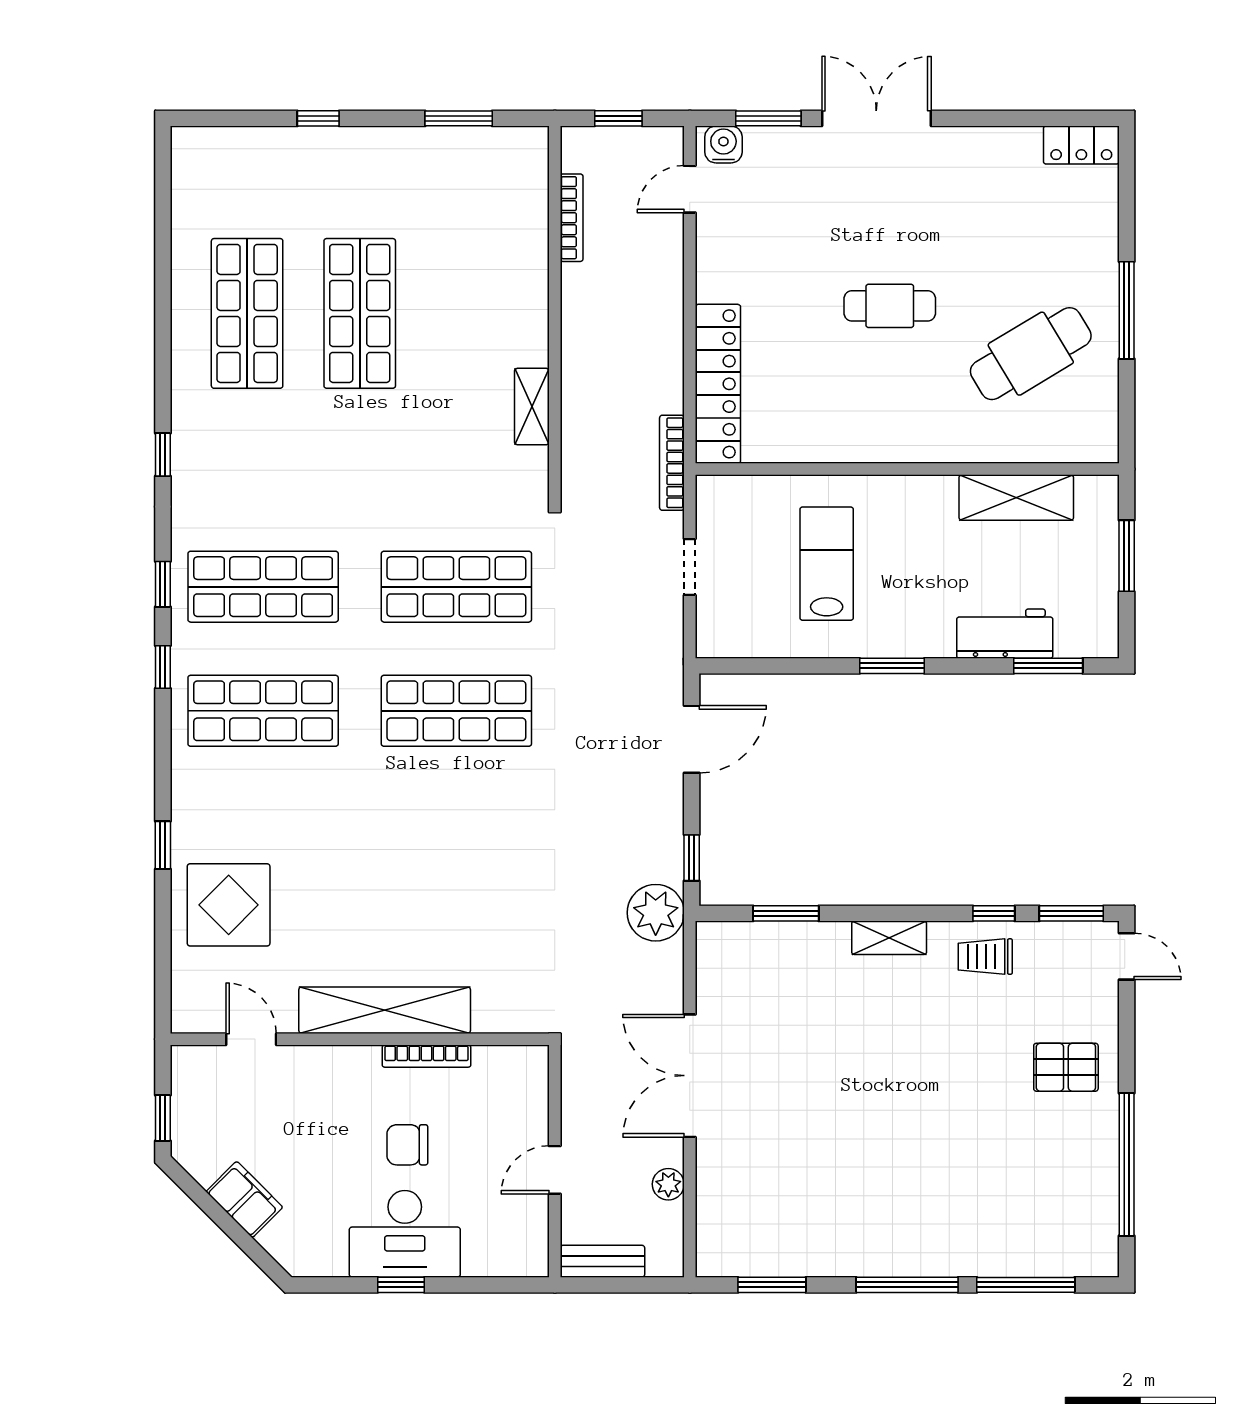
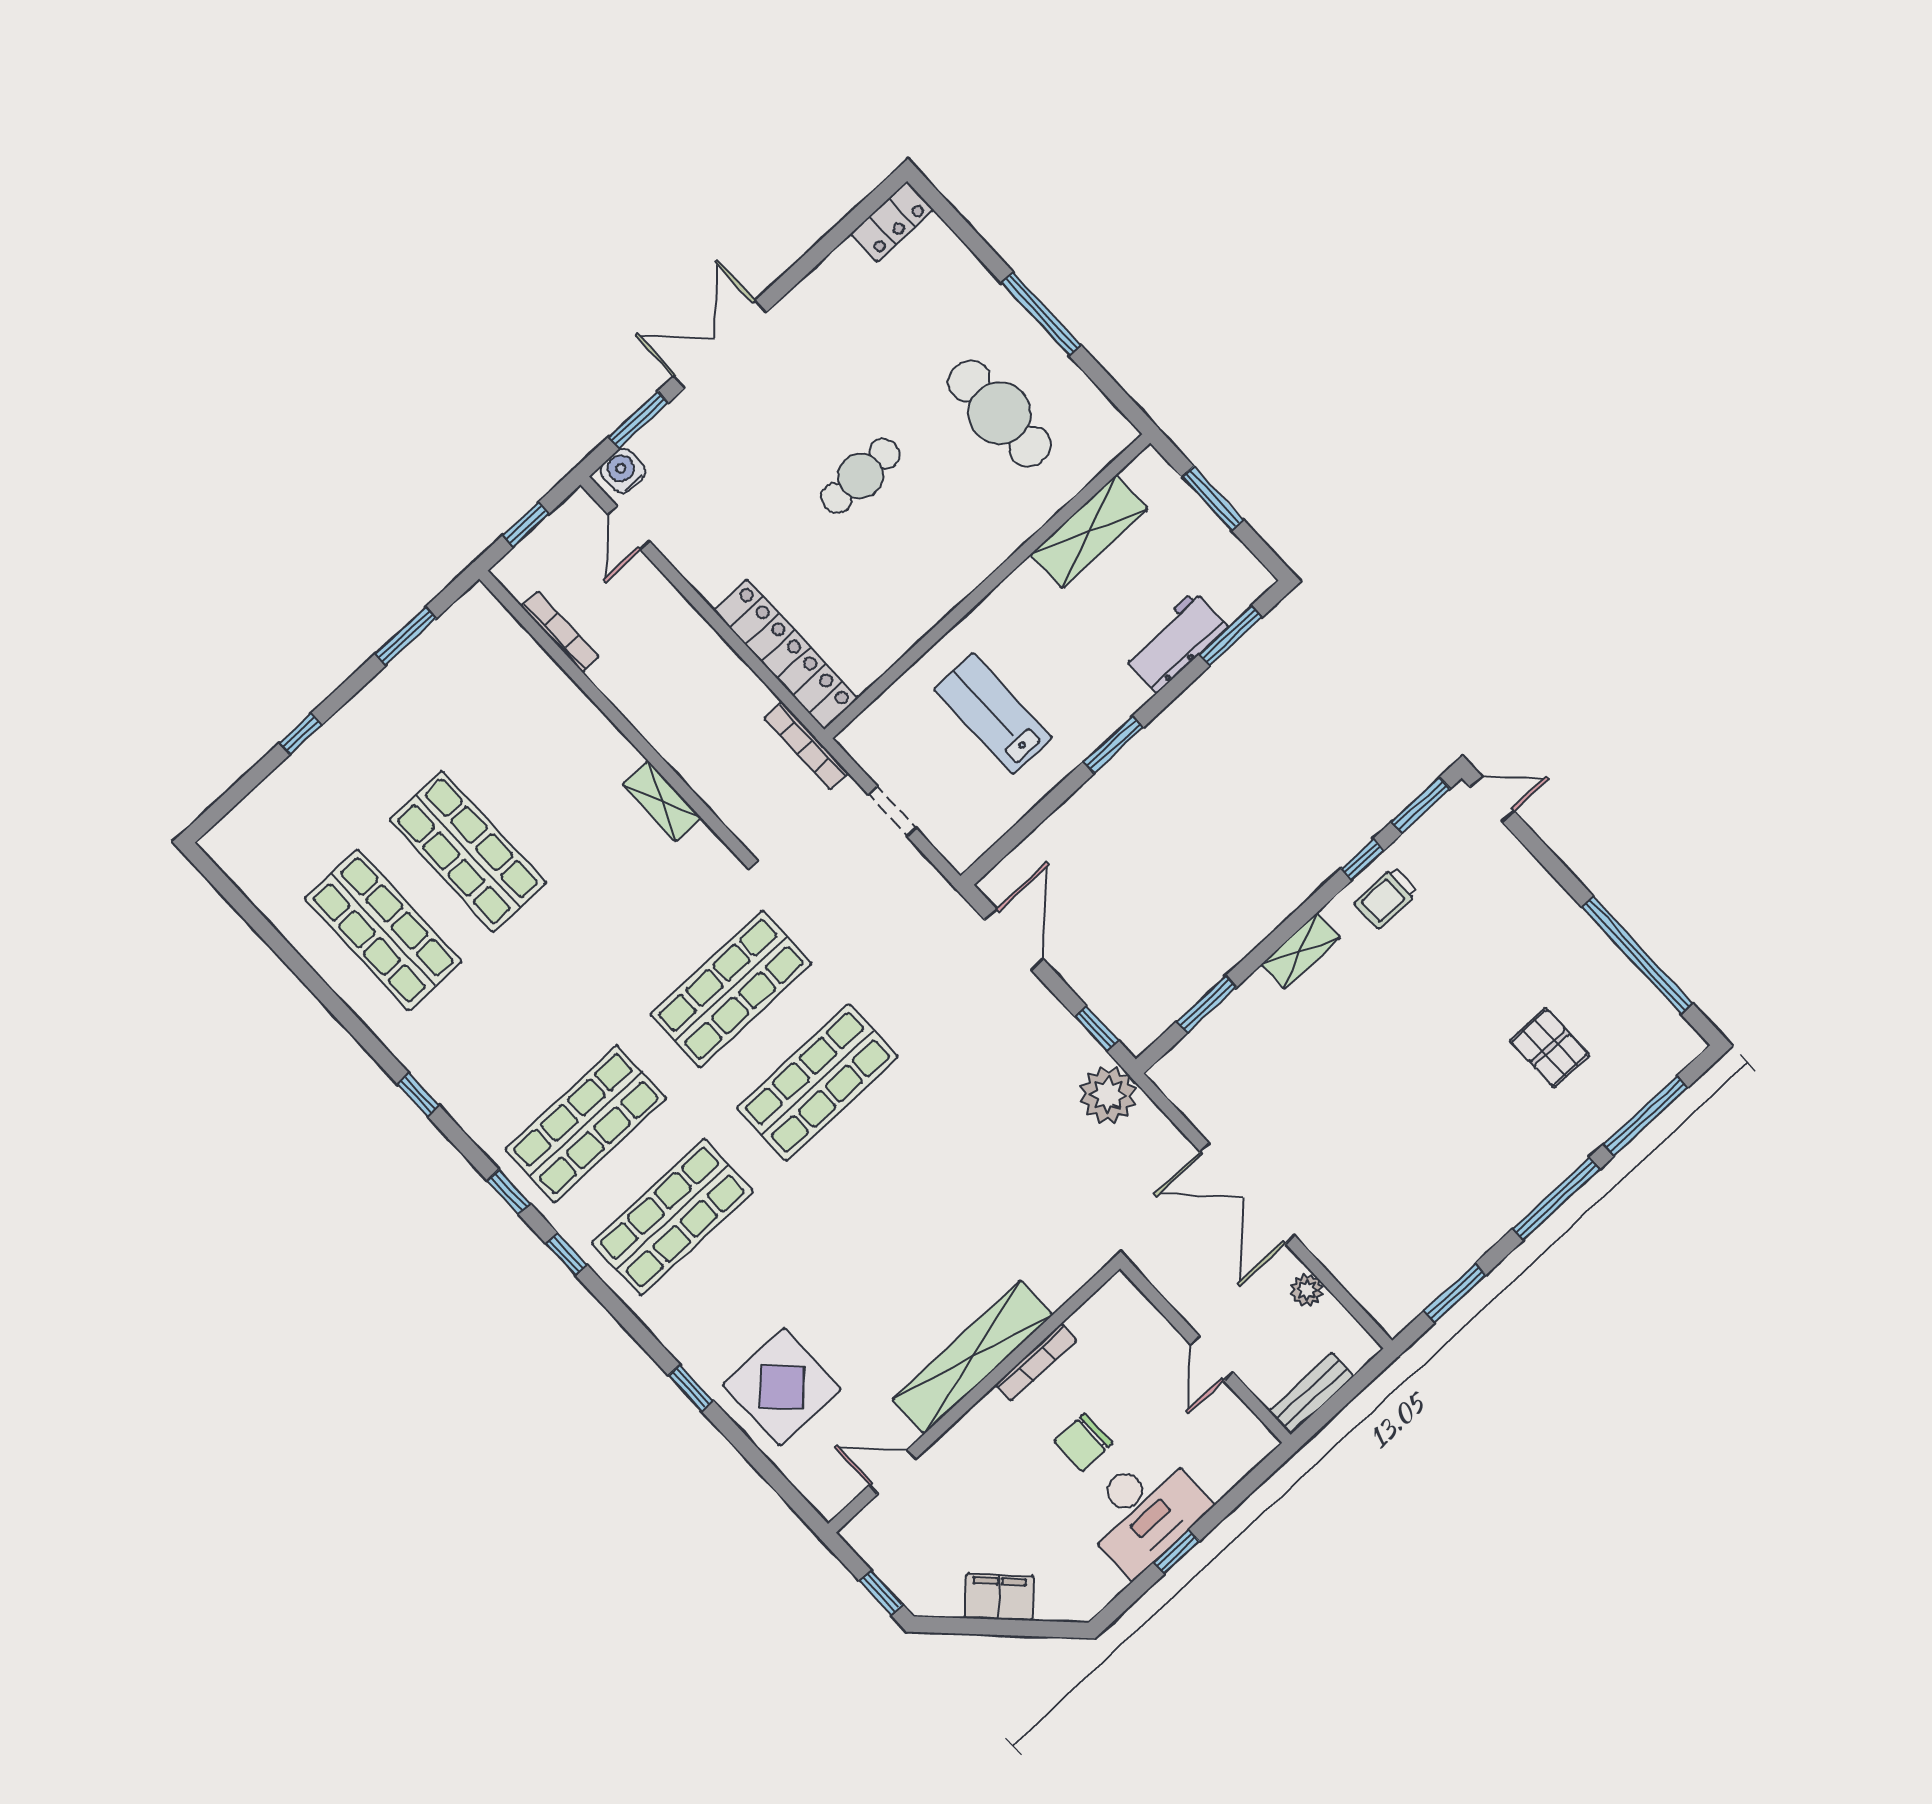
cafe table: (1031, 354) -> (999, 413), turned -59
pallet: (1066, 1067) -> (1550, 1048), moved, turned 90

